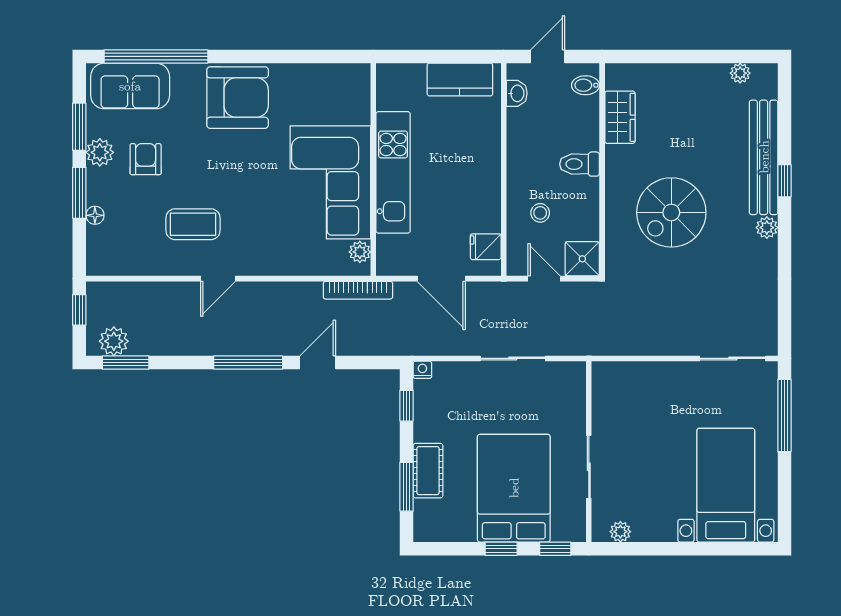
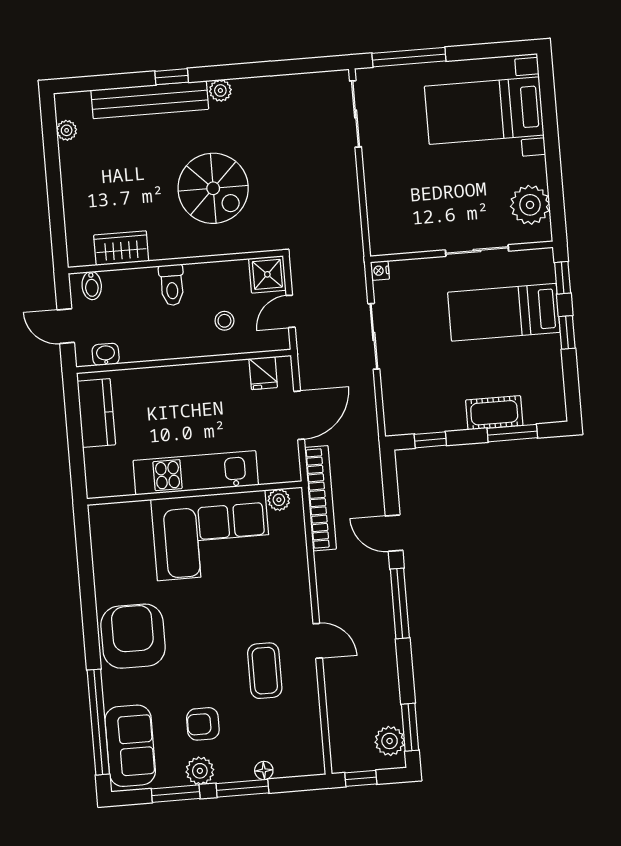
bookcase: (358, 290) -> (320, 498), width x1.48, depth x1.31
nightstand: (422, 370) -> (380, 271), moved
bed: (514, 488) -> (504, 312), width x0.67
plant: (620, 532) -> (530, 205), width x1.88, depth x1.88

